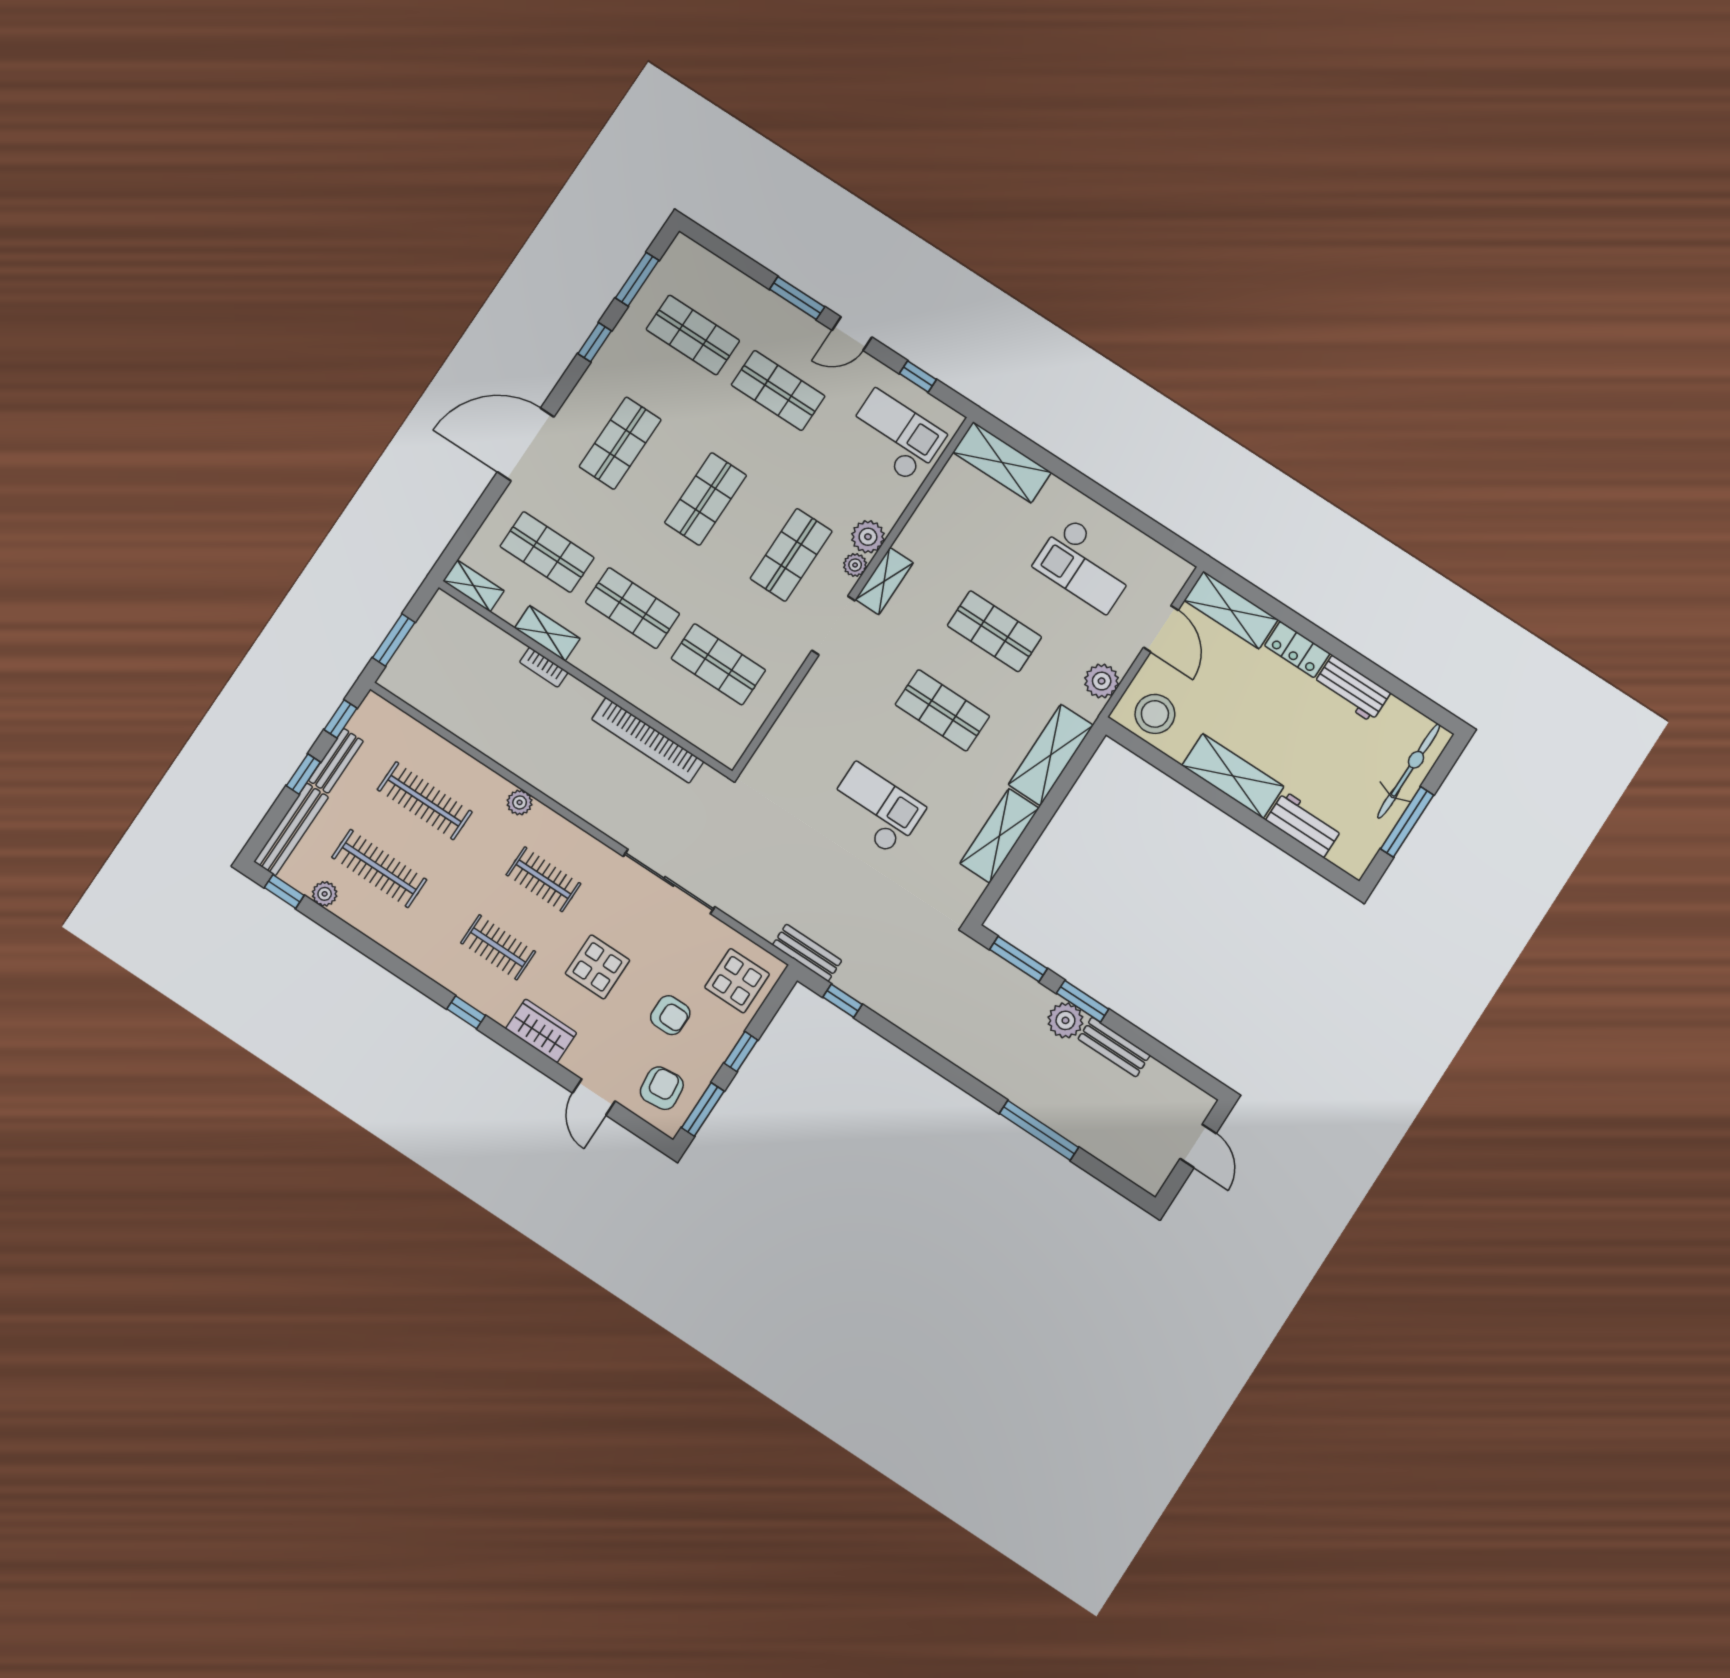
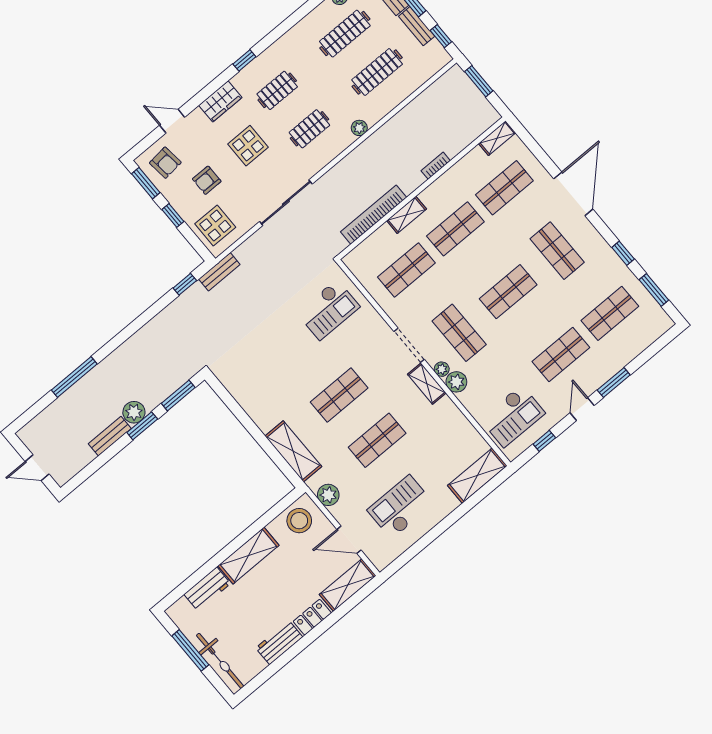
shop shelf: (706, 499) -> (508, 292), turned 90
shelving: (547, 633) -> (407, 215), moved
checkout: (875, 809) -> (328, 310), moved
shelving: (999, 836) -> (254, 406), removed

